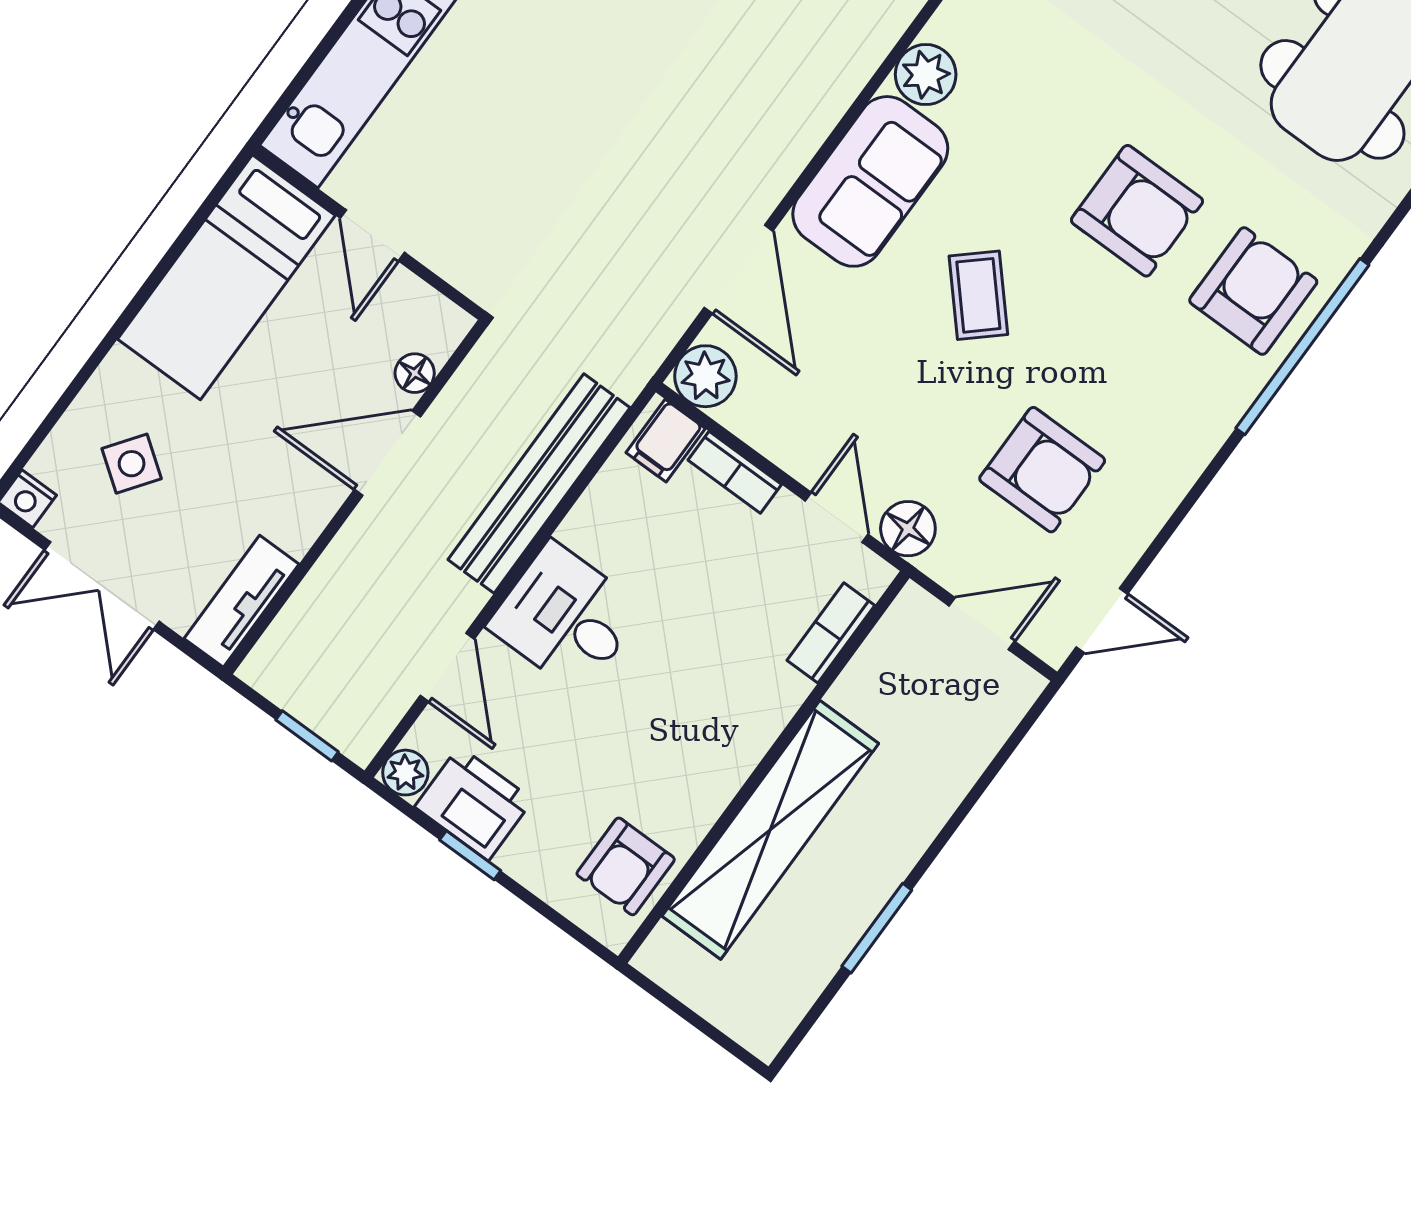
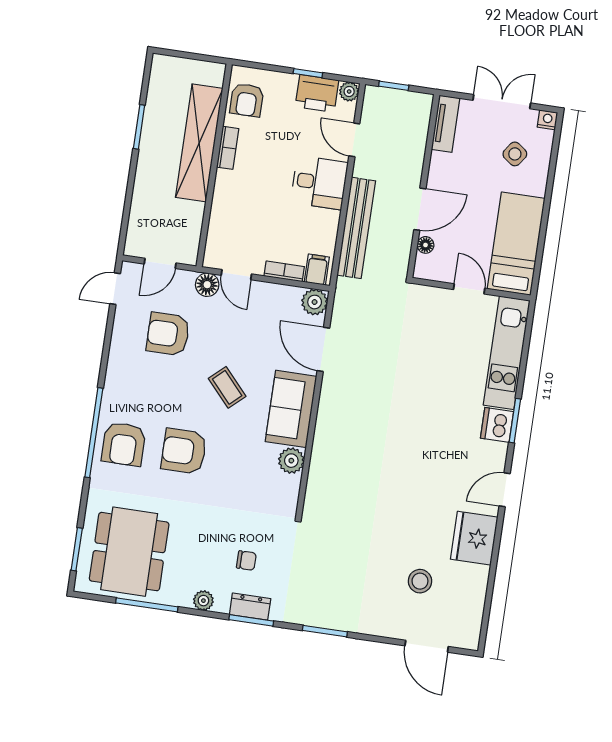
bookcase: (831, 633) -> (228, 148), moved
armchair: (626, 866) -> (247, 100), turned 180

